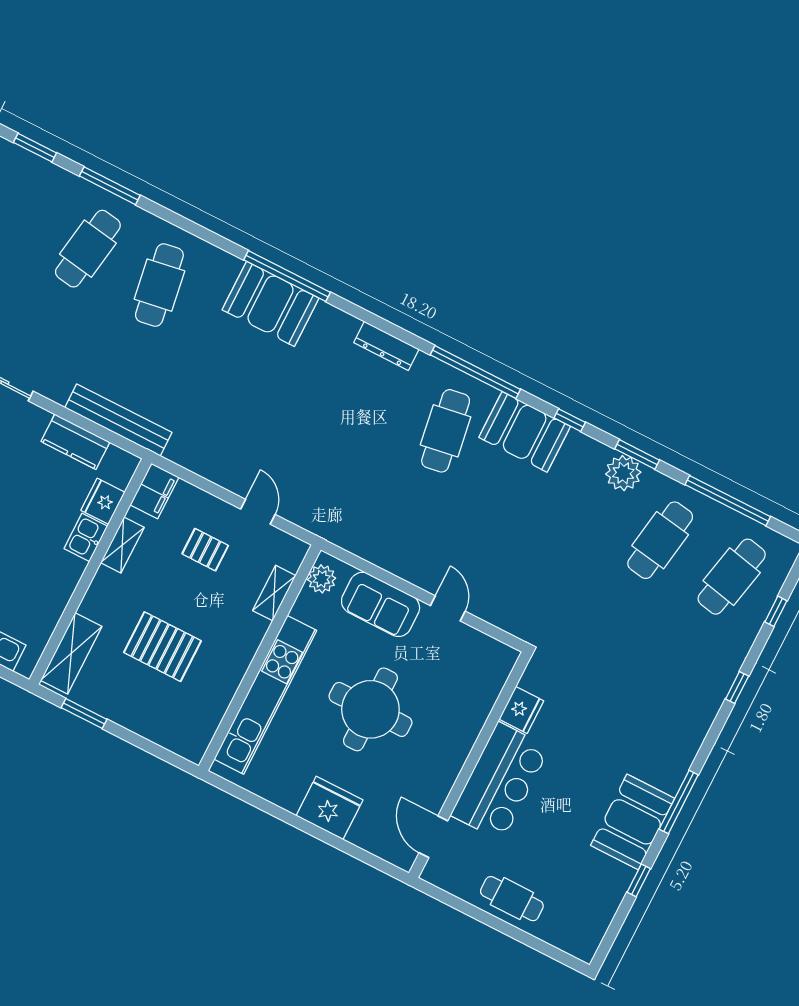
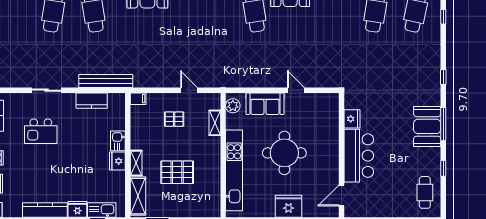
filing cabinet: (154, 491) -> (138, 99), width x0.50
fridge: (103, 501) -> (117, 161), moved
shelving: (122, 545) -> (136, 163), moved
window: (737, 687) -> (443, 77), moved
booth: (633, 822) -> (427, 126), moved
door: (433, 837) -> (341, 196), hinge flipped
cafe table: (512, 899) -> (425, 192), moved, turned 90

